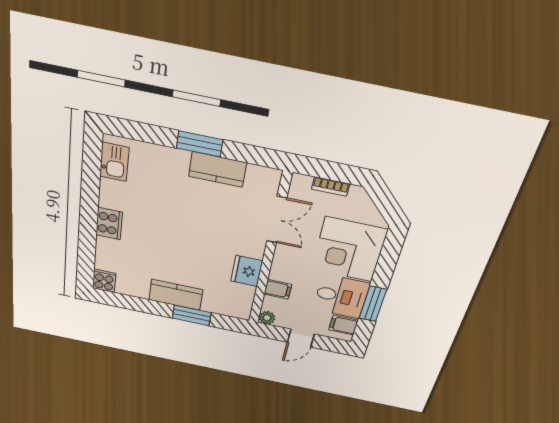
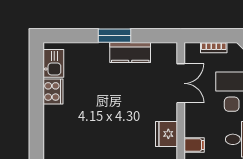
cooker: (109, 224) -> (53, 91), moved

